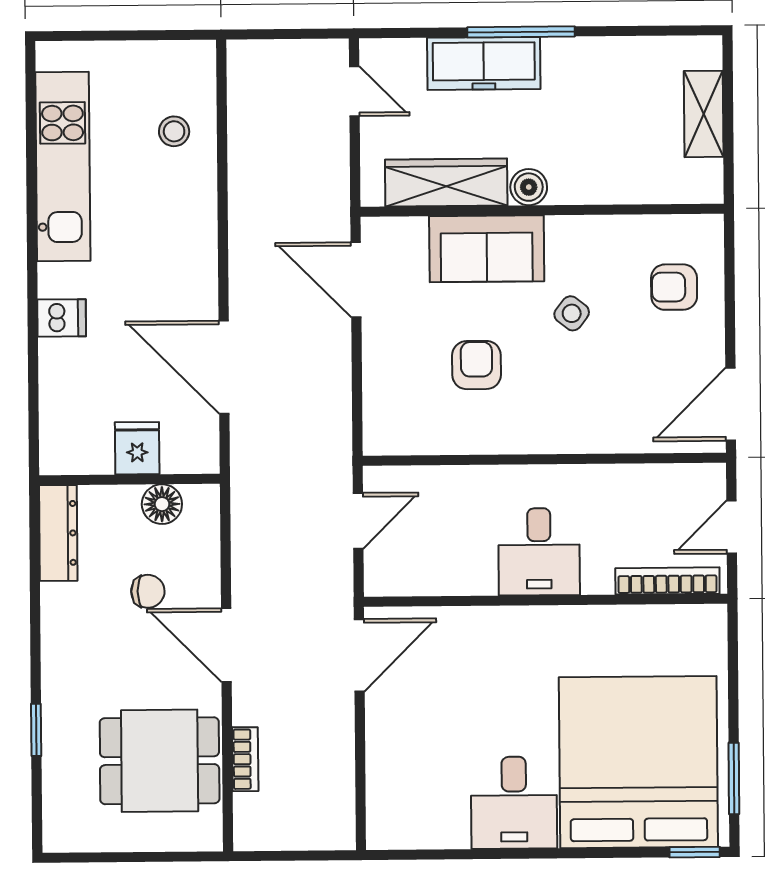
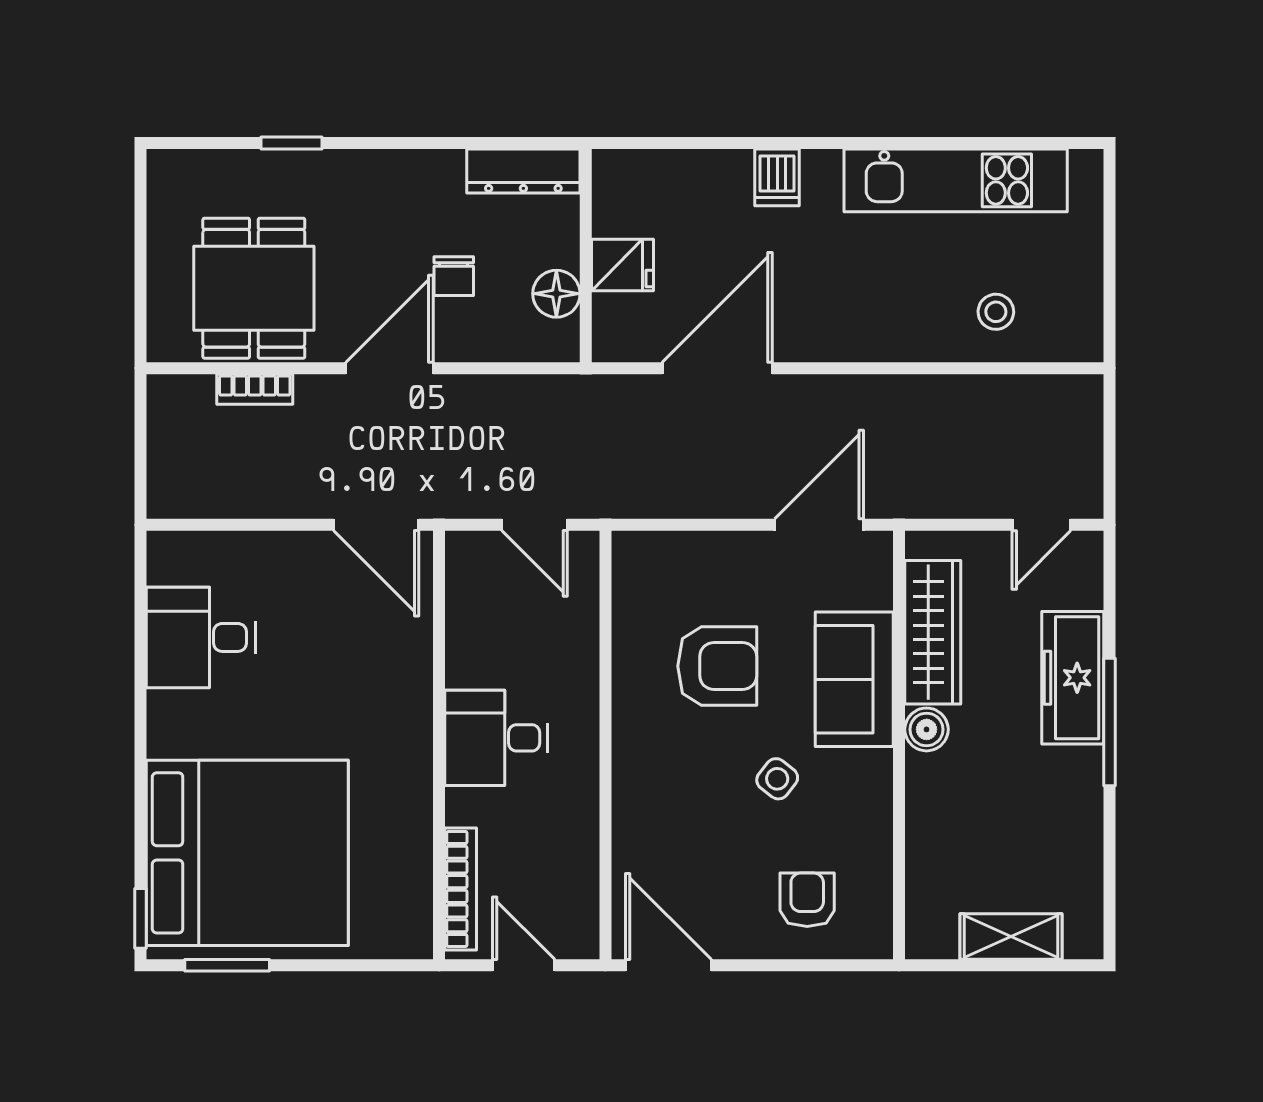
armchair: (476, 365) -> (717, 666), width x1.38, depth x1.38
desk: (514, 803) -> (201, 637), moved

